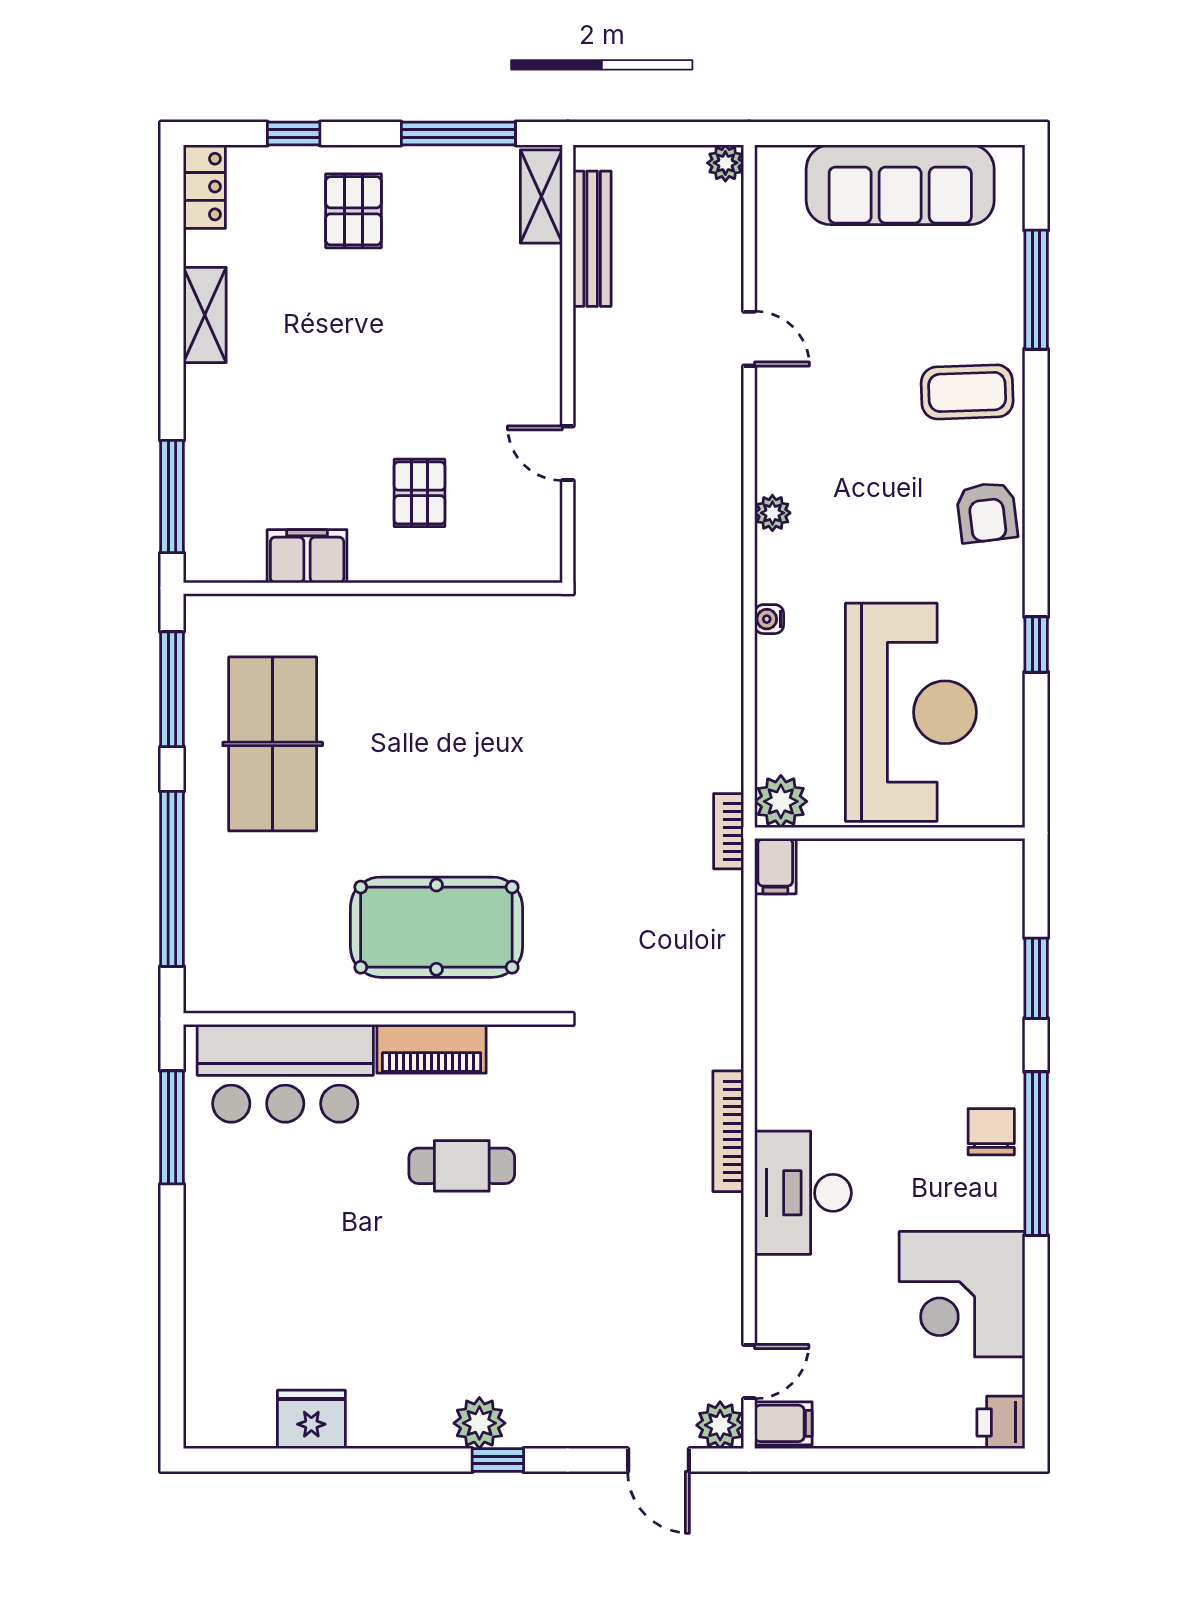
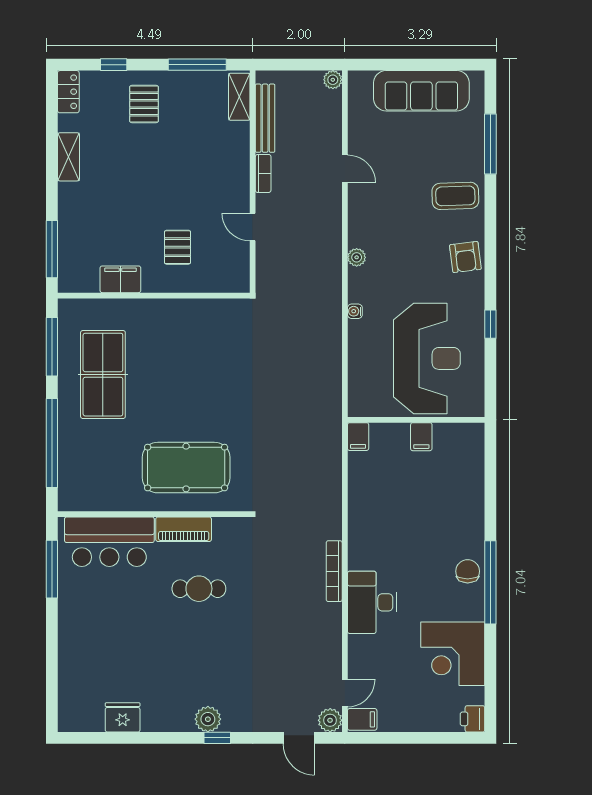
plant: (781, 801) -> (361, 404), removed
bookcase: (729, 831) -> (263, 173), moved, turned 180
filing cabinet: (900, 866) -> (421, 437), added
window: (1036, 978) -> (490, 493), removed

